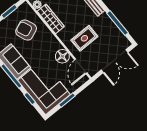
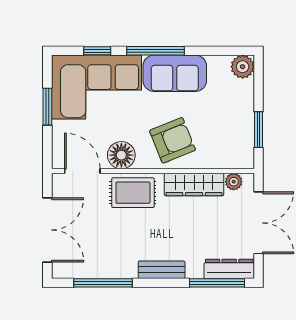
armchair: (26, 30) -> (173, 140), moved
rug: (84, 38) -> (133, 193), moved, turned 90
double door: (115, 61) -> (47, 230), swing flipped

